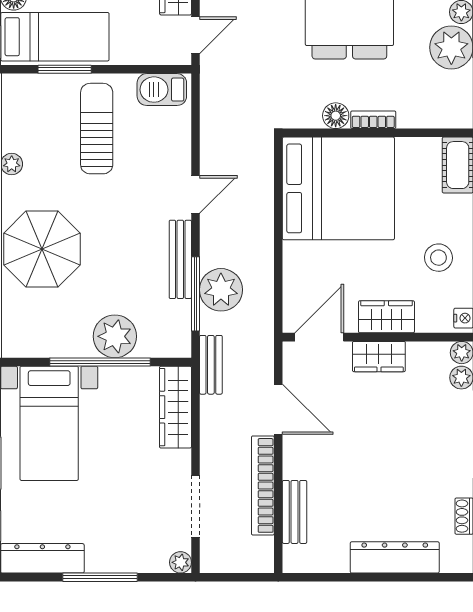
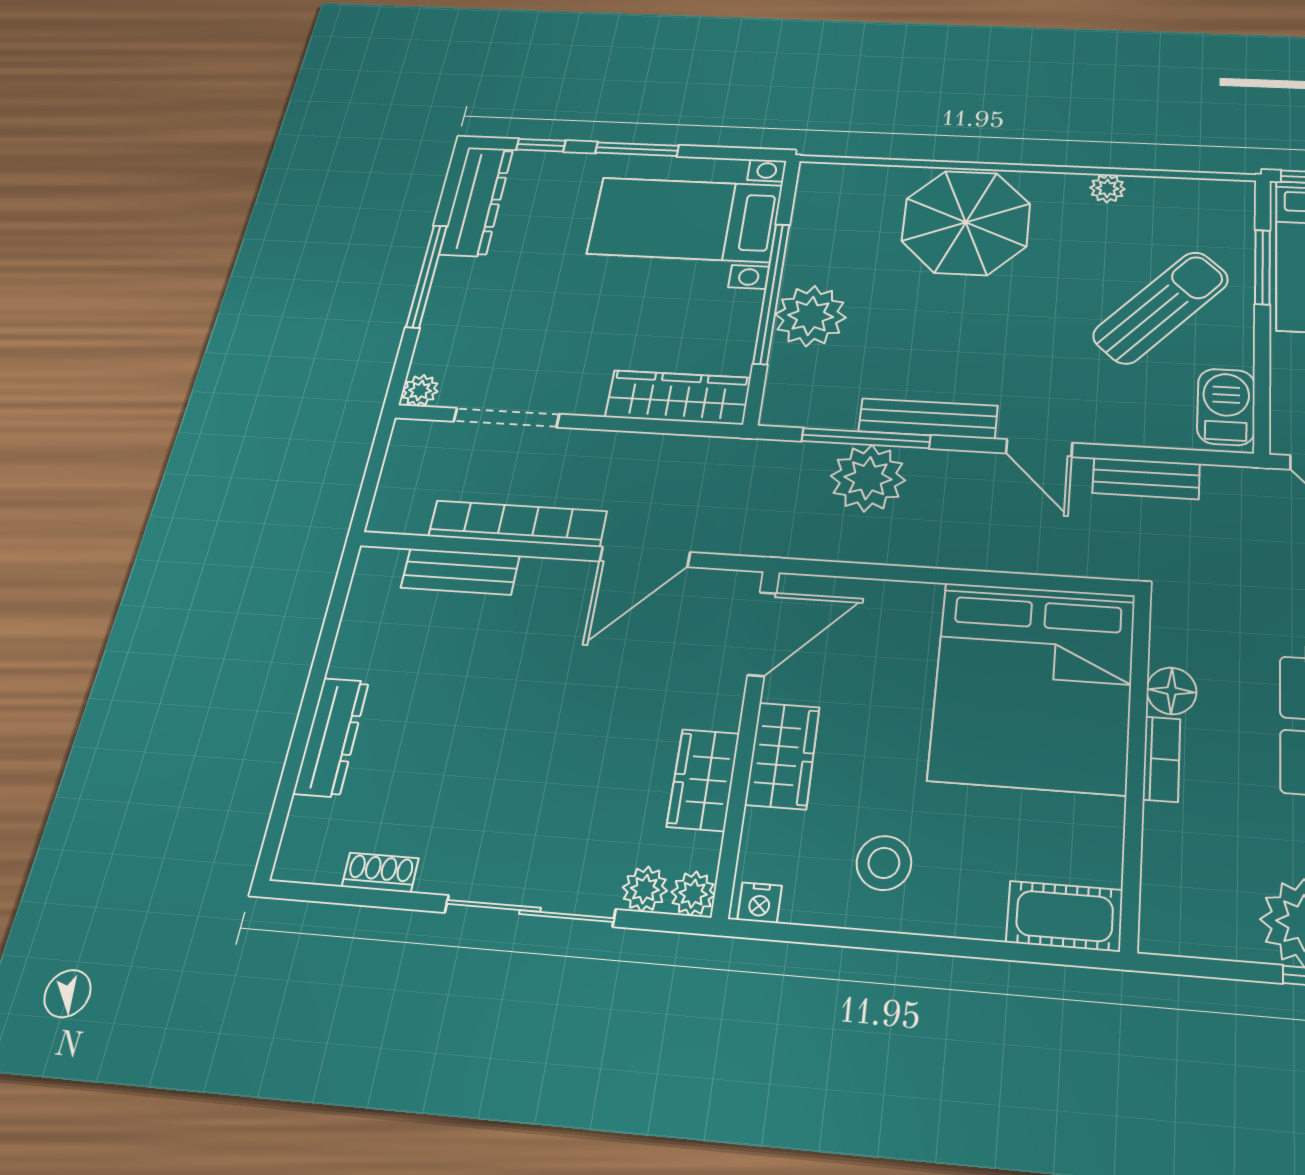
sun lounger: (97, 129) -> (1161, 307), turned -47
door: (319, 337) -> (762, 634), hinge flipped
wardrobe: (379, 357) -> (703, 780), moved
bench: (211, 365) -> (1146, 478), moved
dresser: (395, 557) -> (331, 737), width x0.73, depth x0.80

